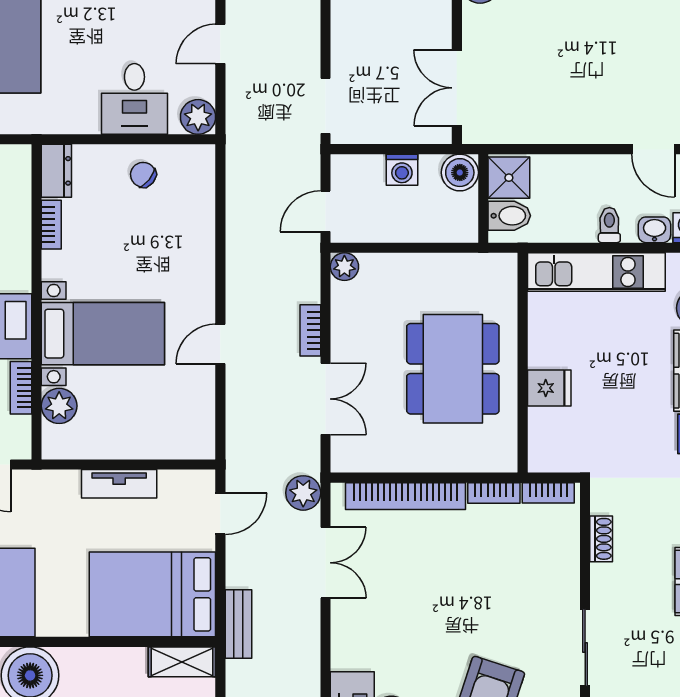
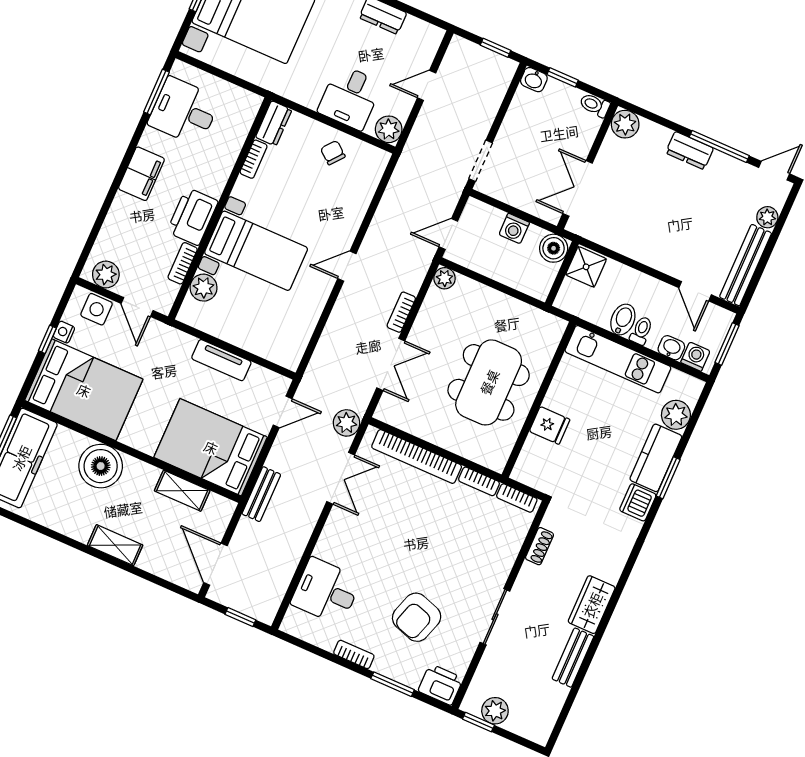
bidet: (509, 216) -> (623, 320), moved, turned -90
door: (220, 344) -> (347, 266), moved
shelving: (182, 662) -> (182, 491), moved

